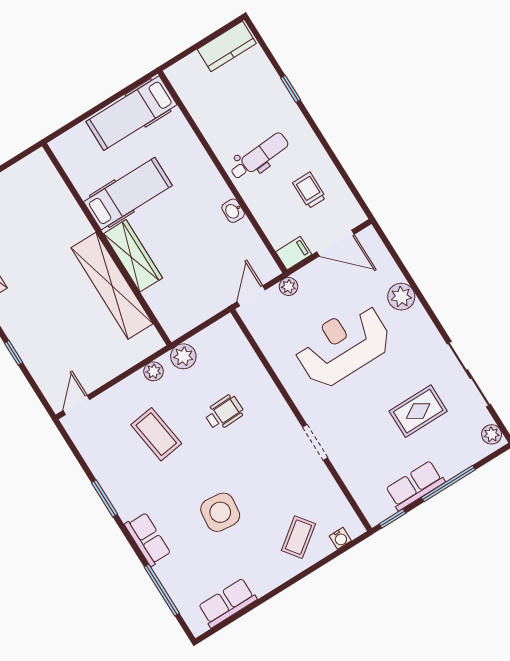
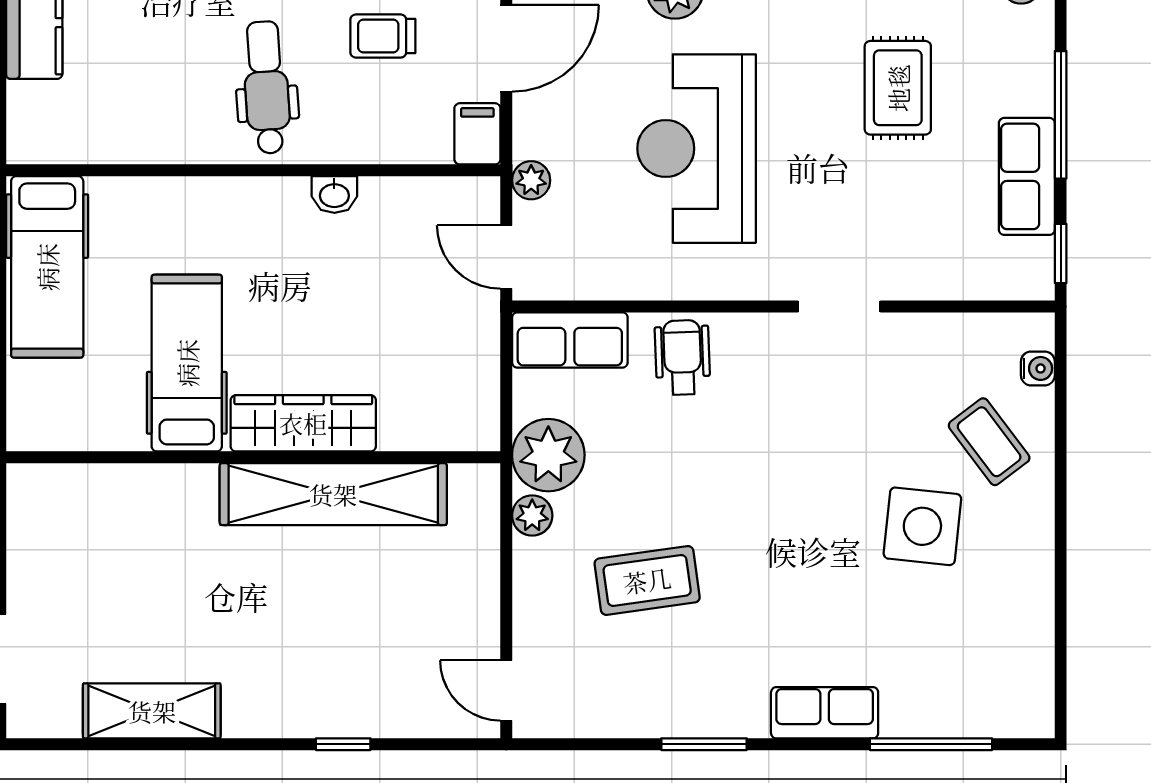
plant: (183, 356) -> (548, 455), width x1.36, depth x1.36
wheelchair: (224, 413) -> (682, 357), moved
side table: (220, 512) -> (922, 526), moved
row of seats: (227, 603) -> (570, 340), moved, turned -90

